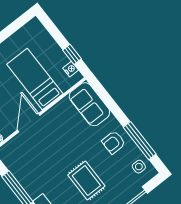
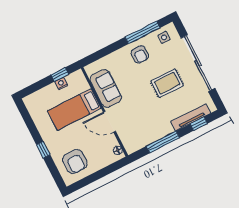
nightstand: (71, 69) -> (61, 83), moved
sofa: (89, 104) -> (106, 88), moved, turned -90

